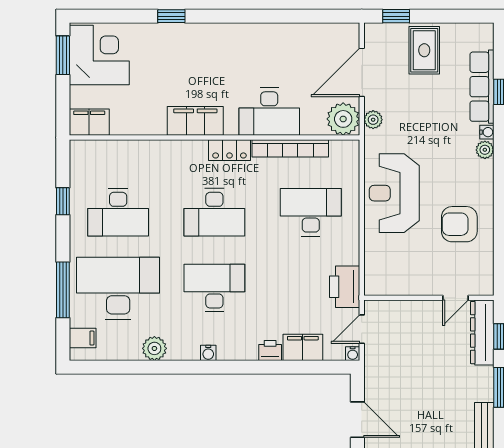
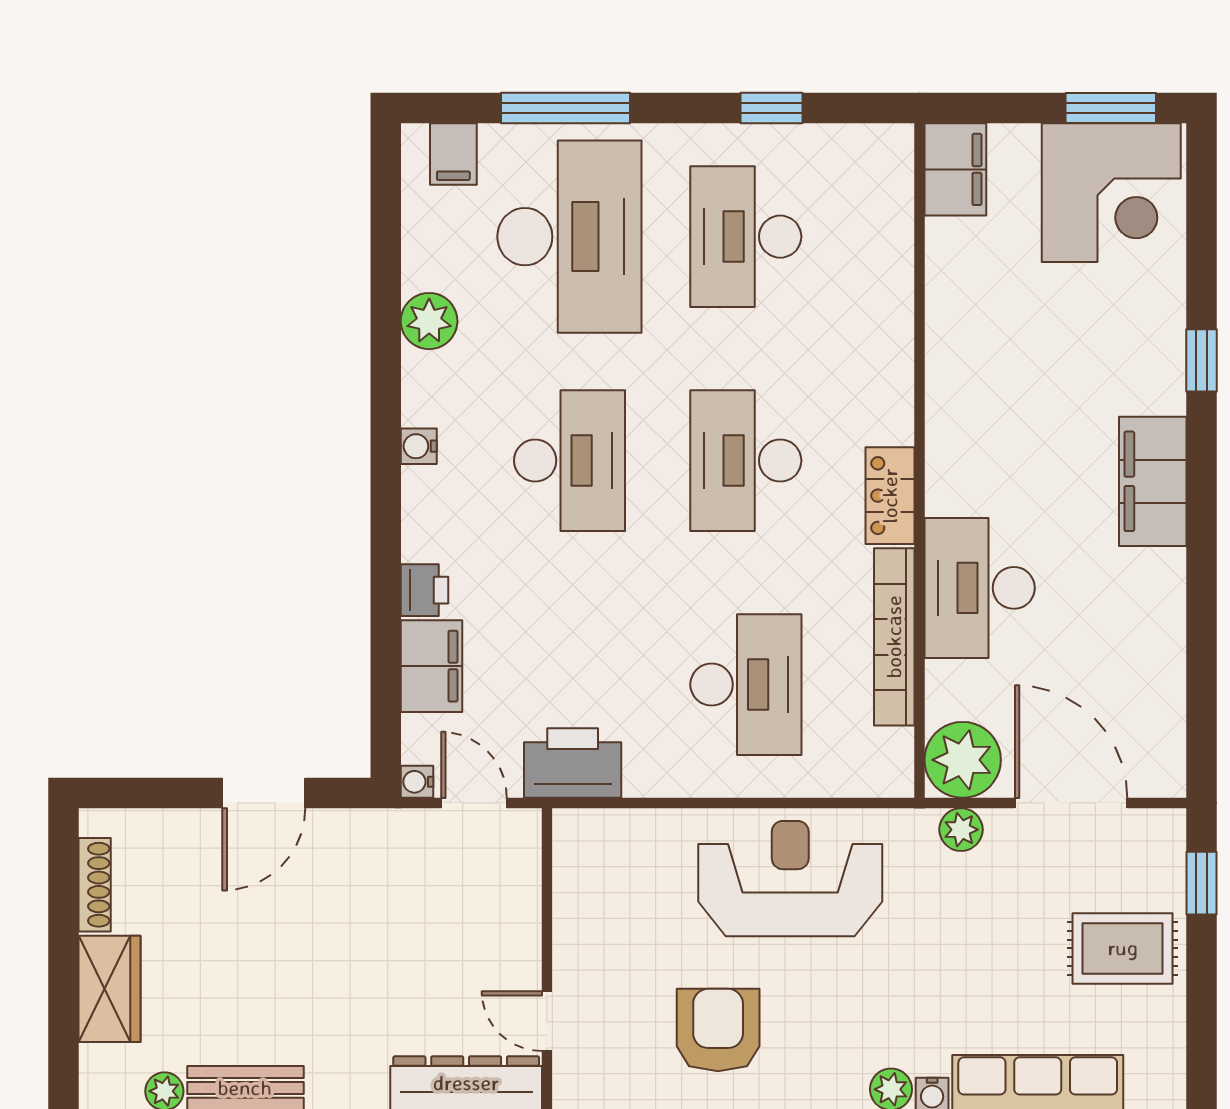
filing cabinet: (195, 121) -> (1153, 481), moved, turned 180

